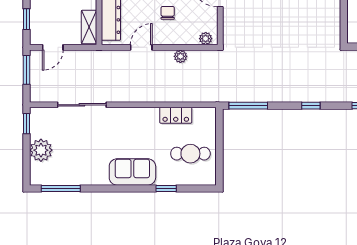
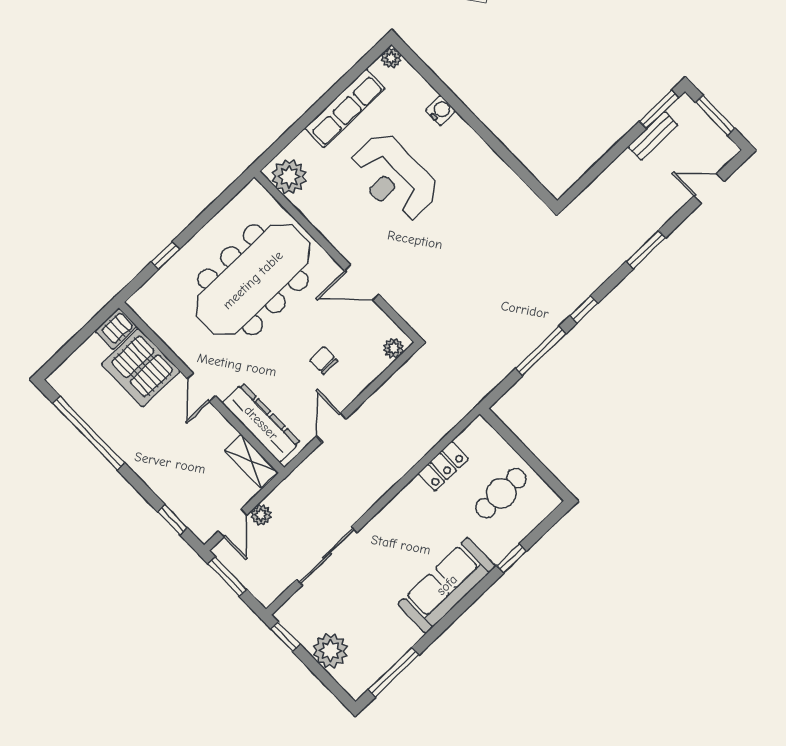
plant: (180, 56) -> (261, 515), moved
window: (248, 106) -> (541, 351), moved
sofa: (132, 172) -> (447, 585), width x1.36

